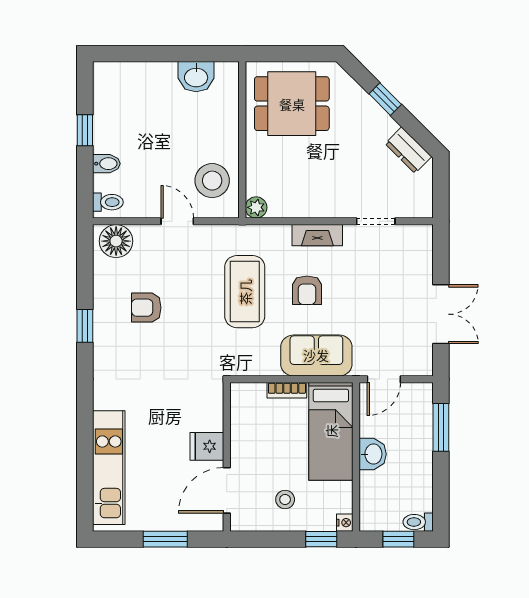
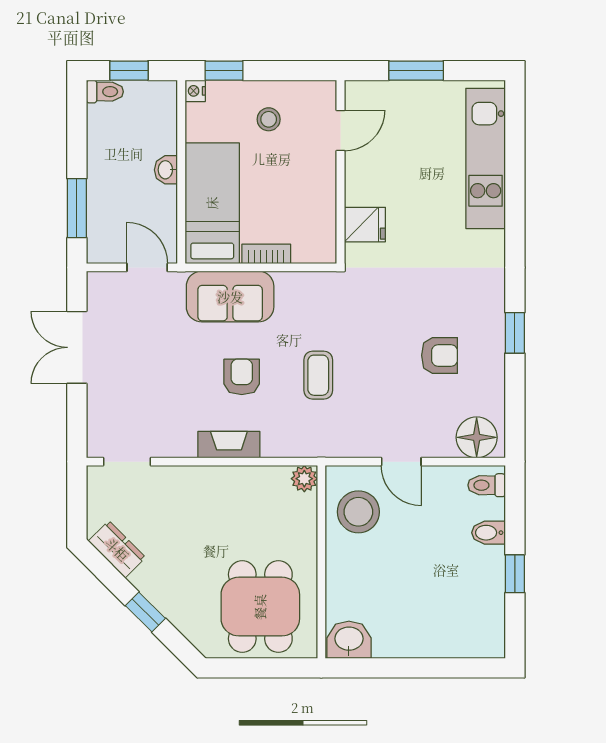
washbasin: (196, 77) -> (349, 640), moved
dining table: (292, 104) -> (260, 607), turned 90
doorway: (376, 221) -> (127, 462), moved
coffee table: (245, 292) -> (318, 375), width x0.54, depth x0.58
door: (384, 379) -> (147, 267), hinge flipped
fridge: (207, 446) -> (365, 225), moved
washbasin: (373, 454) -> (166, 170), width x0.72, depth x0.69
door: (227, 490) -> (340, 131), width x0.73

